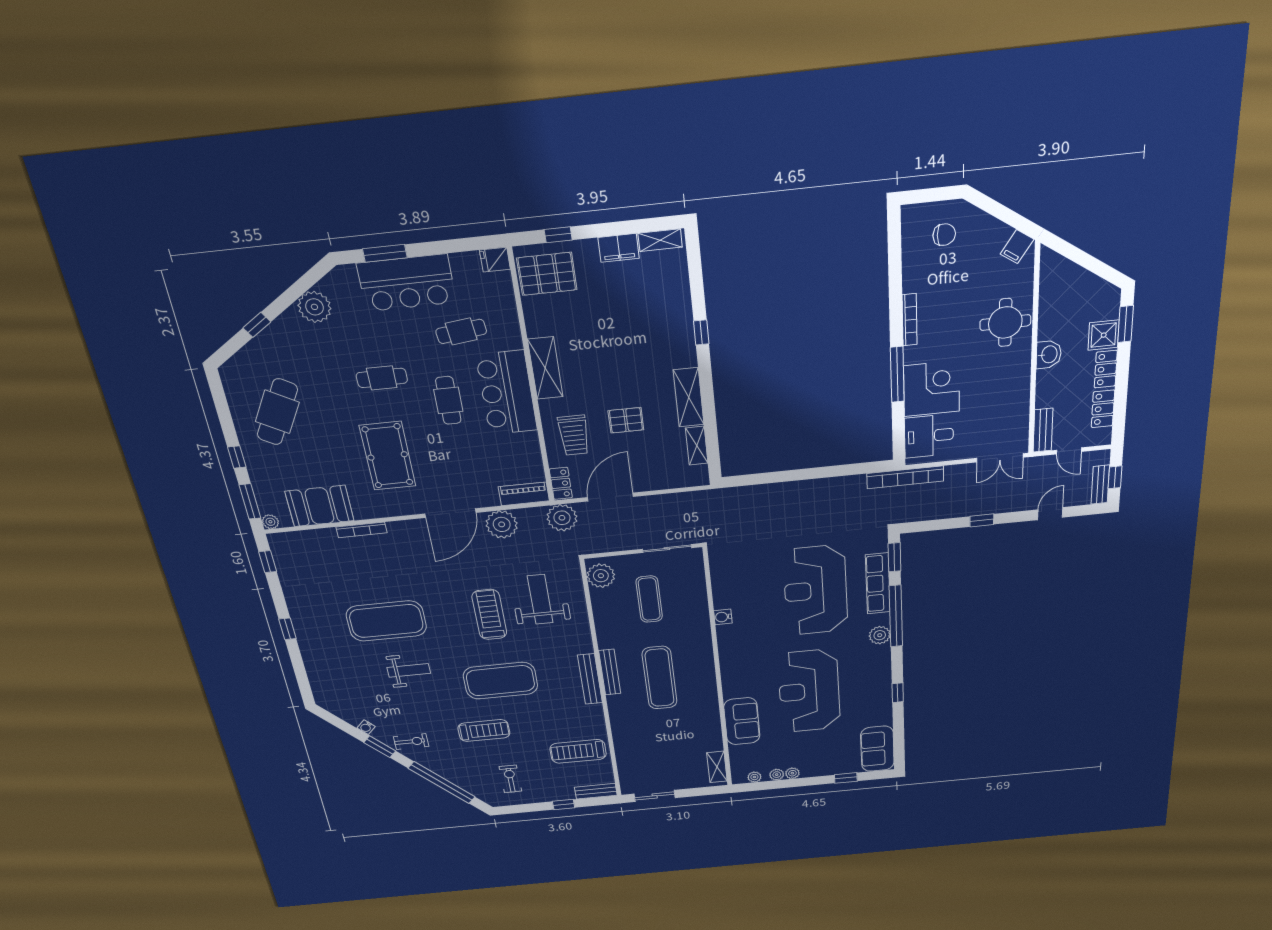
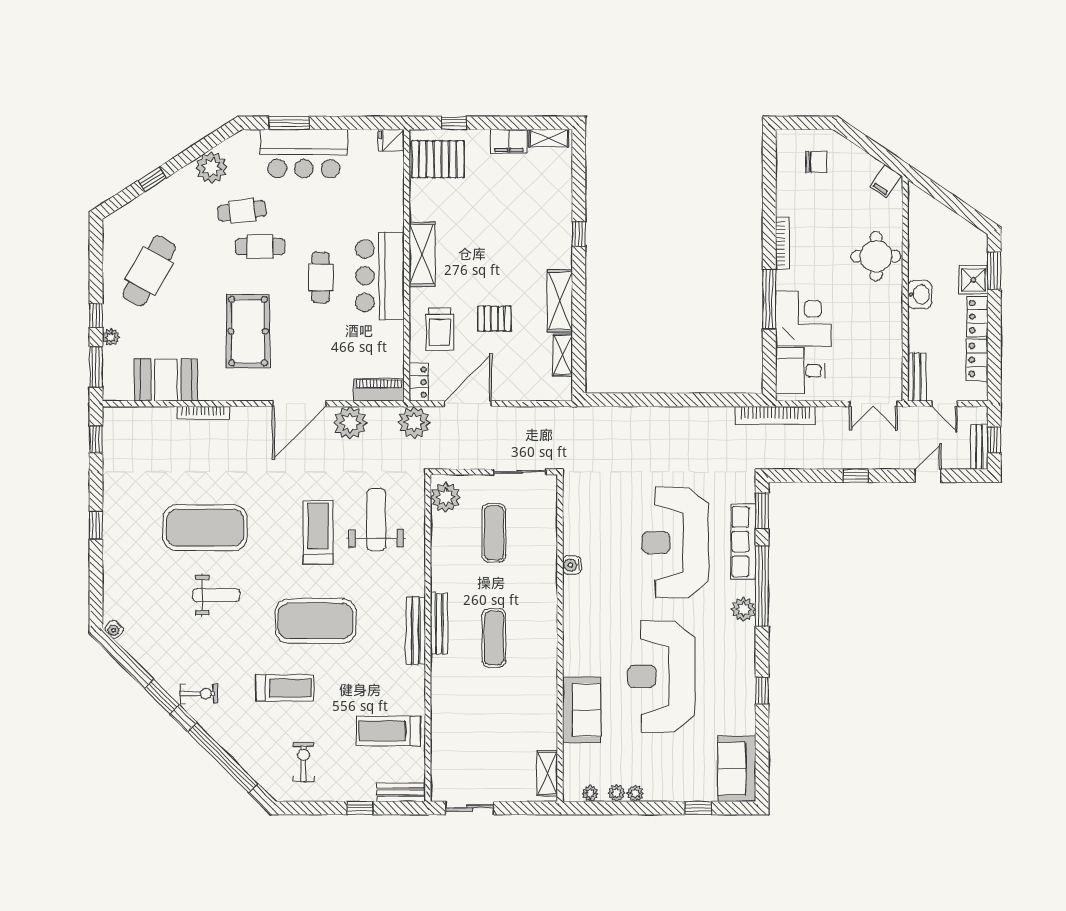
cafe table: (461, 331) -> (242, 211), moved
plant: (270, 522) -> (111, 337), moved
exercise mat: (660, 678) -> (494, 638), width x0.73, depth x0.69
water cooler: (366, 727) -> (114, 629), moved

